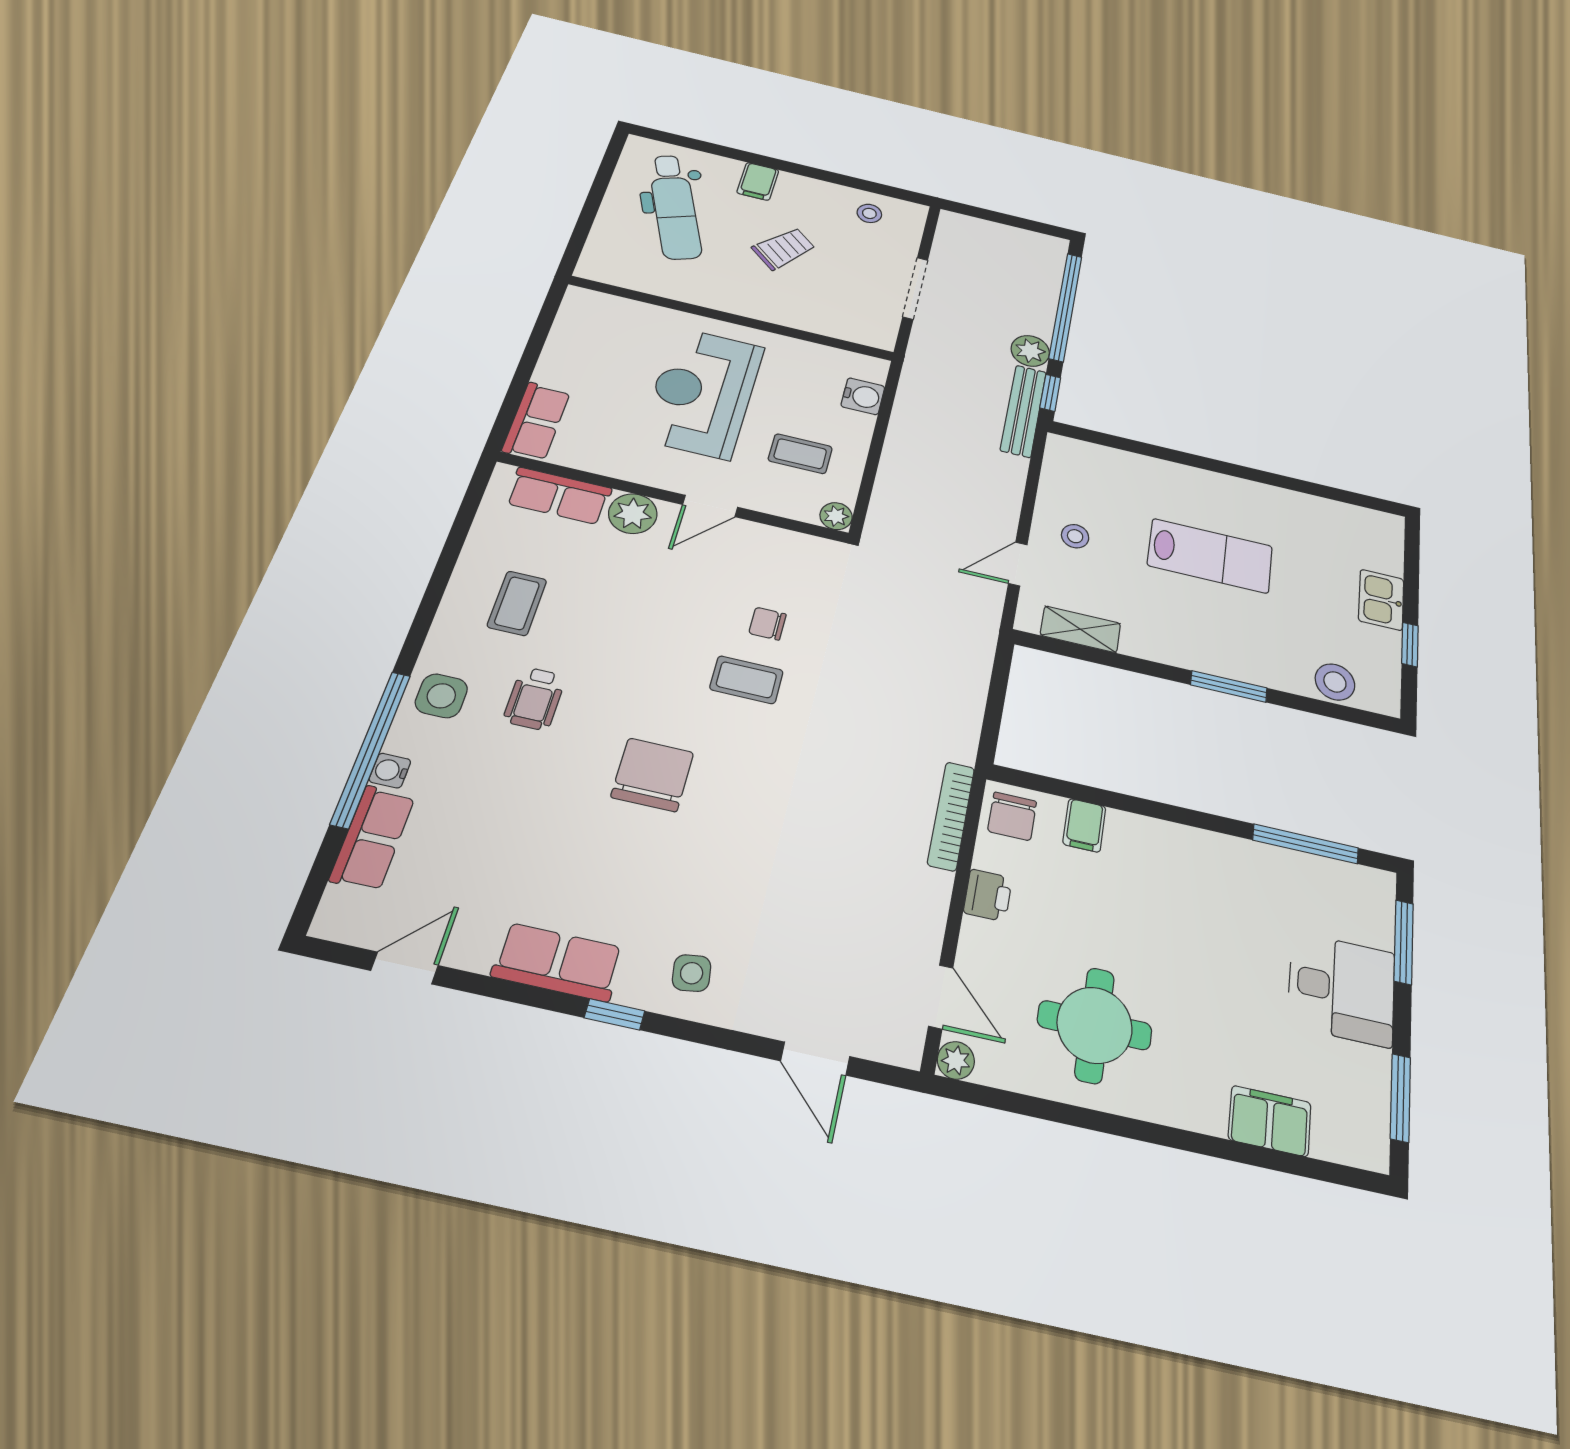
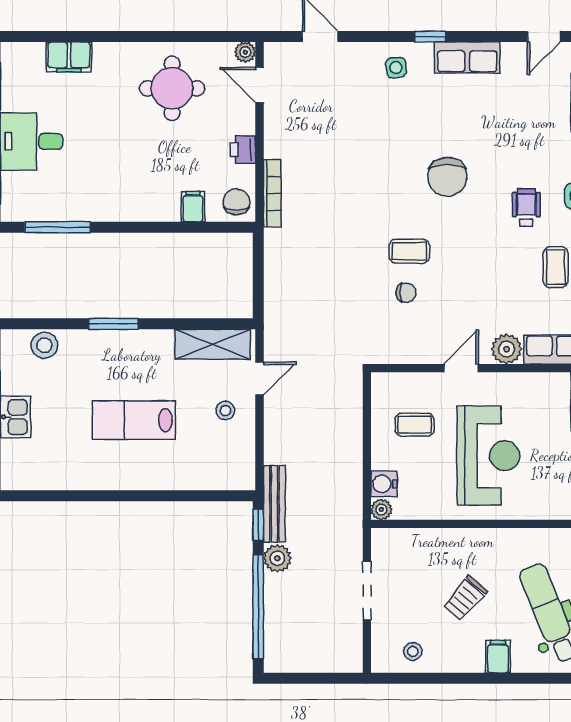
plant: (836, 516) -> (381, 509), moved
shelving: (1080, 629) -> (213, 344), width x1.50, depth x1.33

